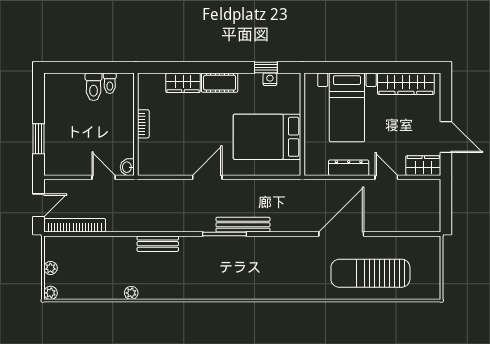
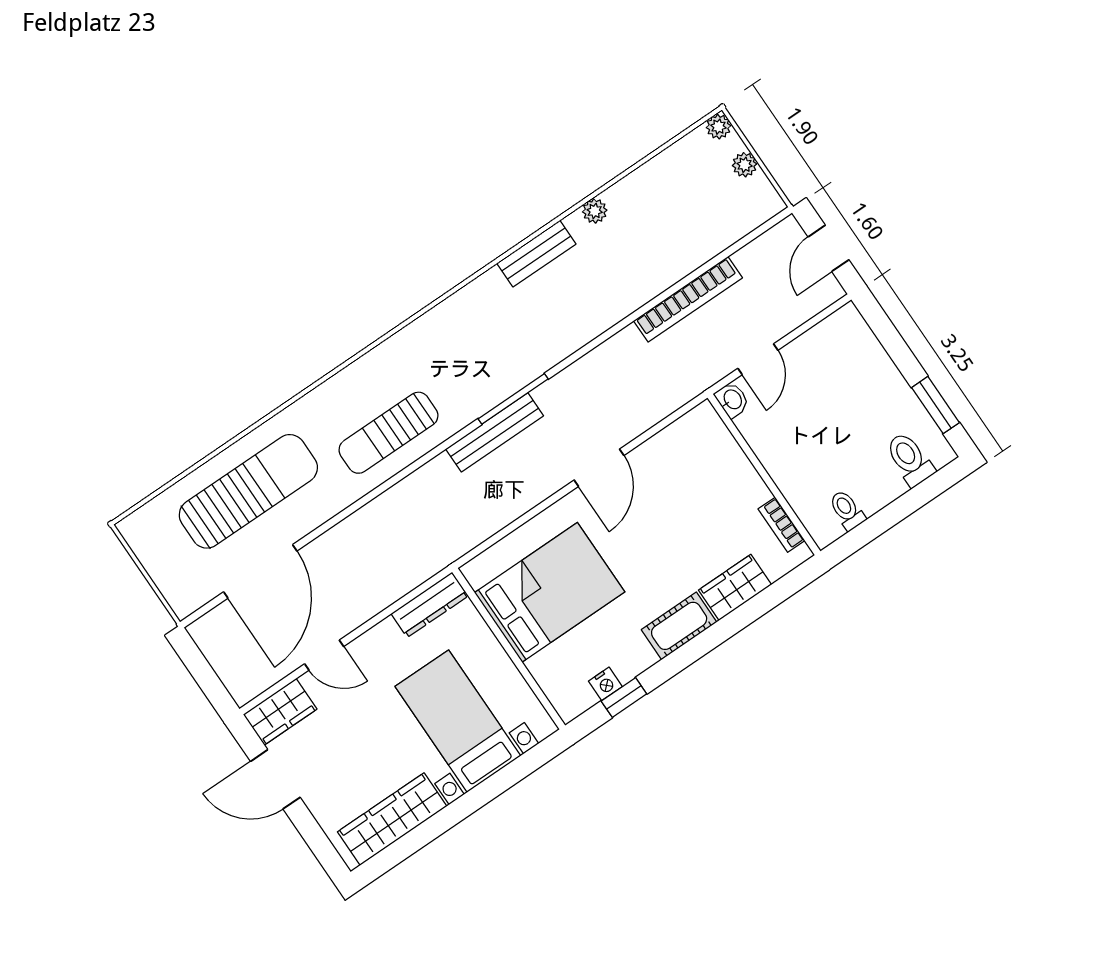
toilet: (94, 87) -> (910, 459), moved
bookcase: (143, 124) -> (781, 525), moved
window: (38, 139) -> (935, 405), moved
dresser: (349, 168) -> (430, 605), moved
door: (104, 177) -> (758, 359), hinge flipped
bookcase: (75, 225) -> (688, 299), moved
door: (341, 234) -> (260, 571), moved
bench: (158, 244) -> (536, 253), moved
sun lounger: (290, 257) -> (388, 433), added

